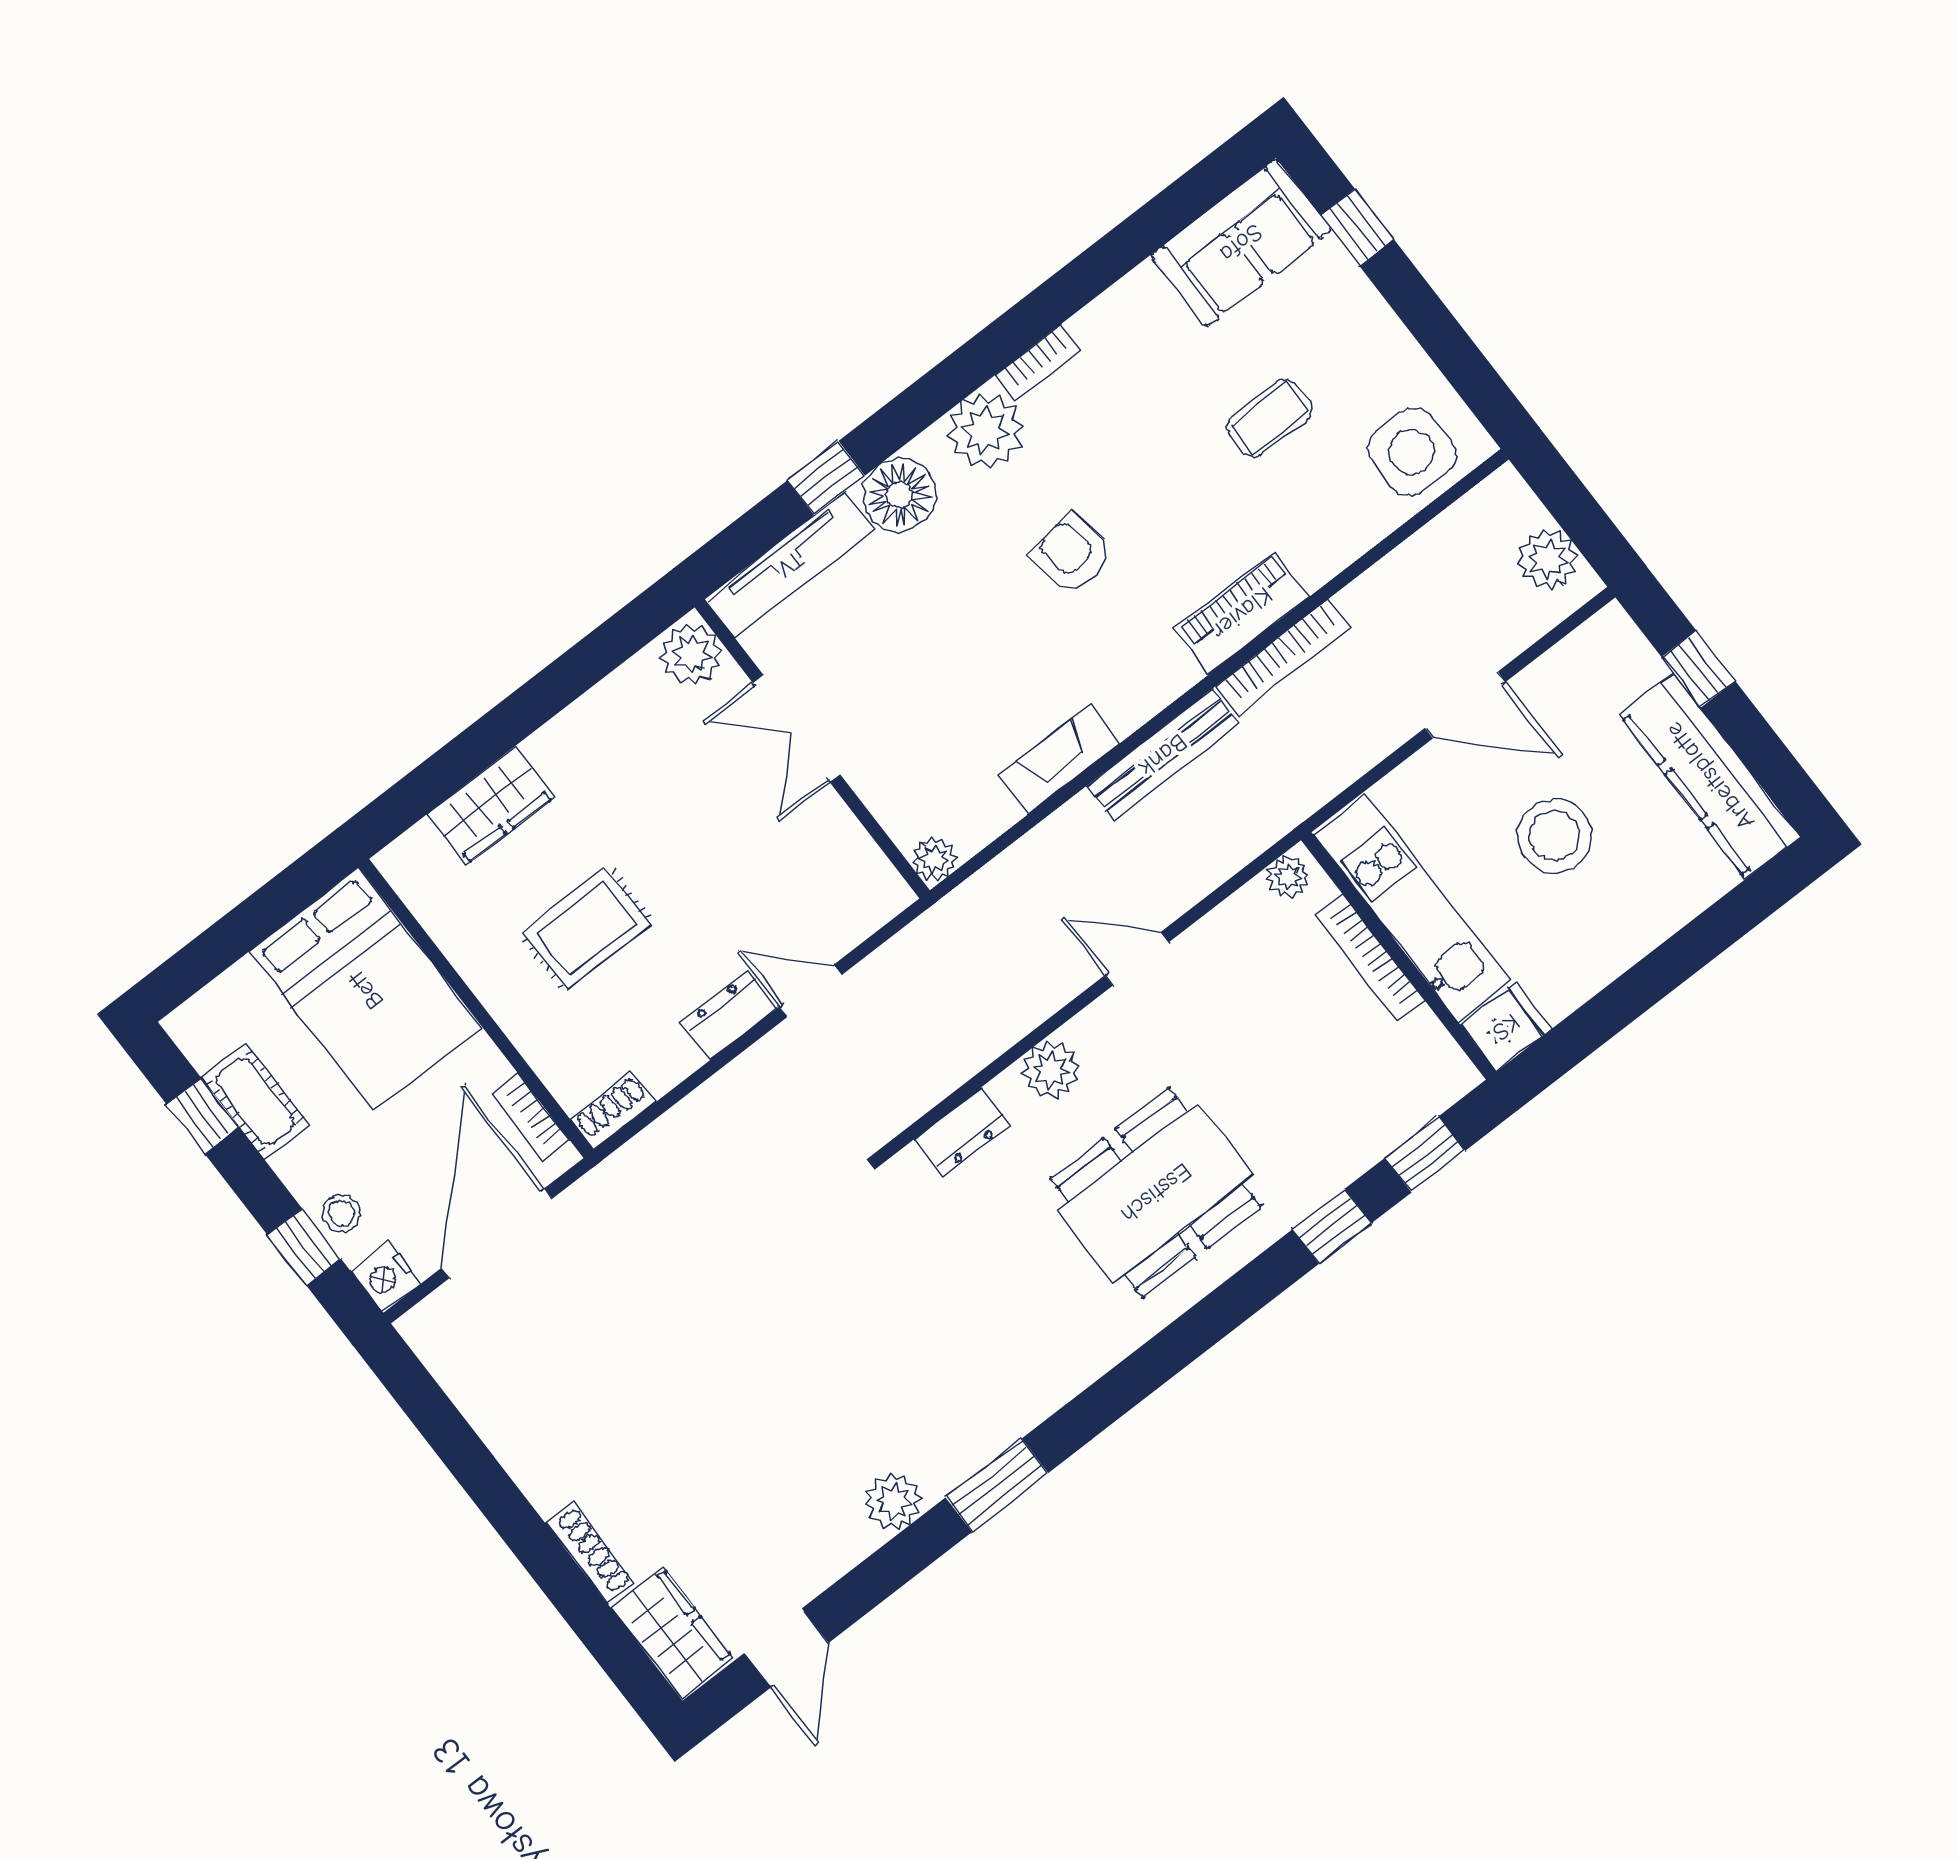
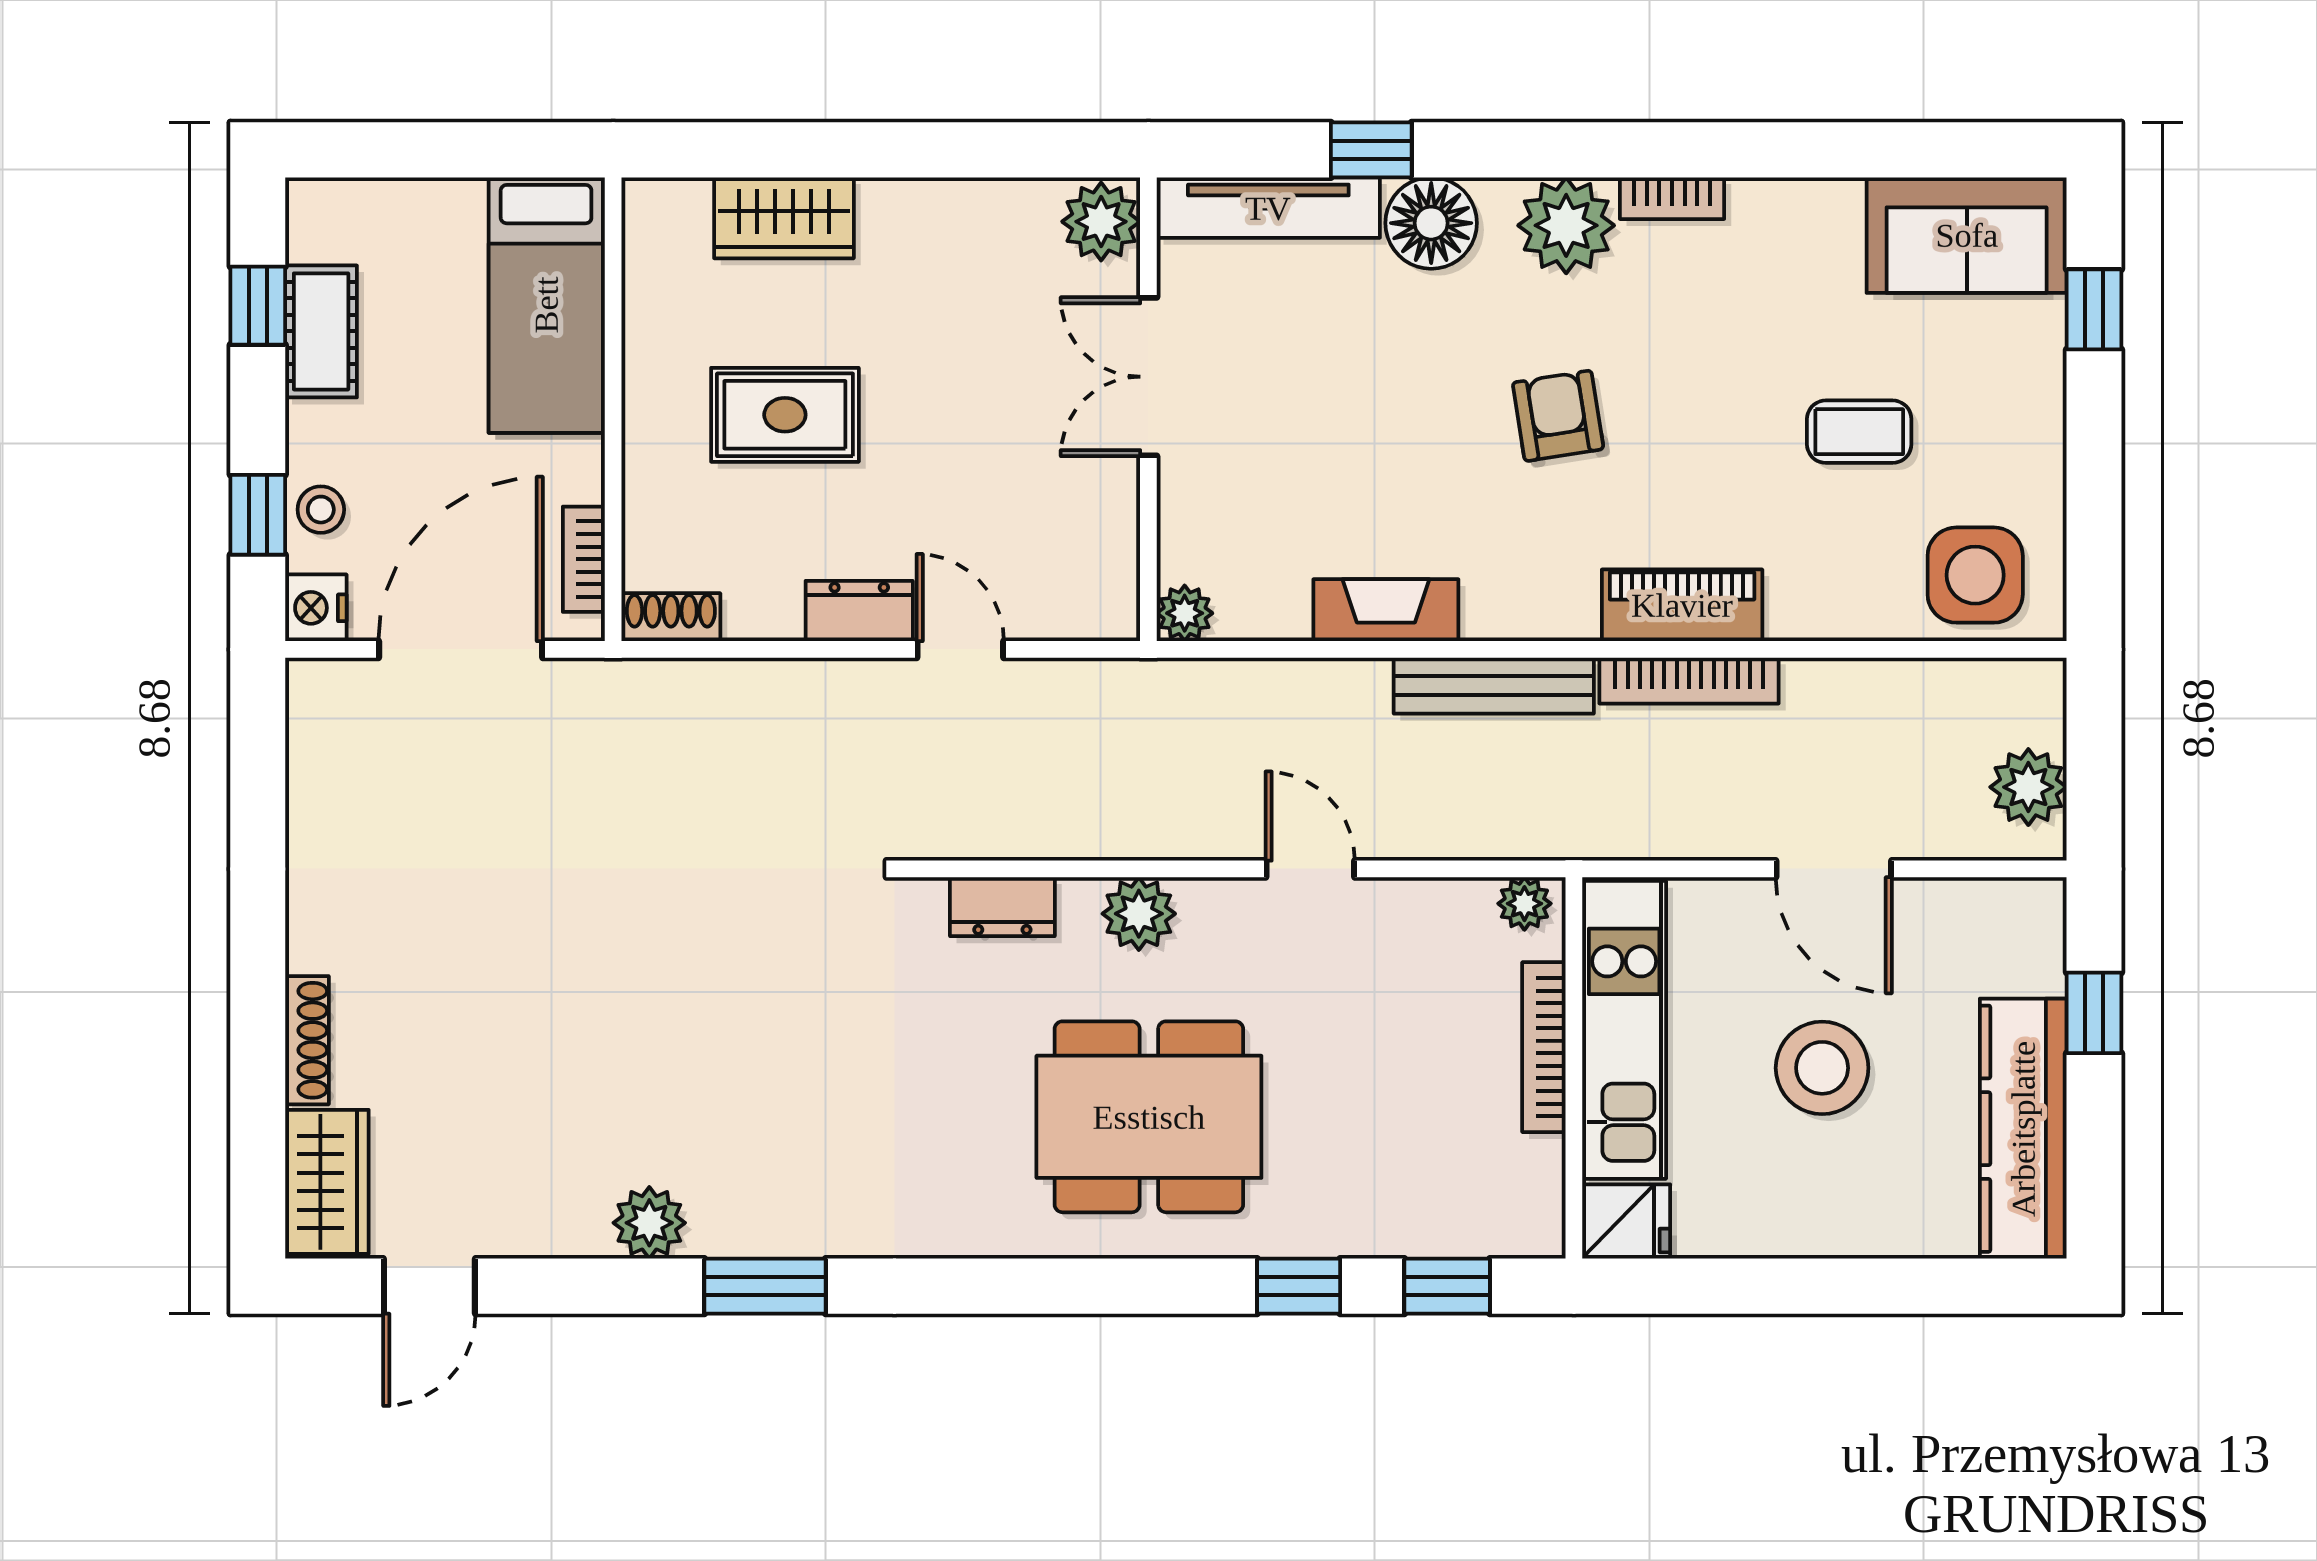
bed: (366, 990) -> (546, 305), width x0.67

